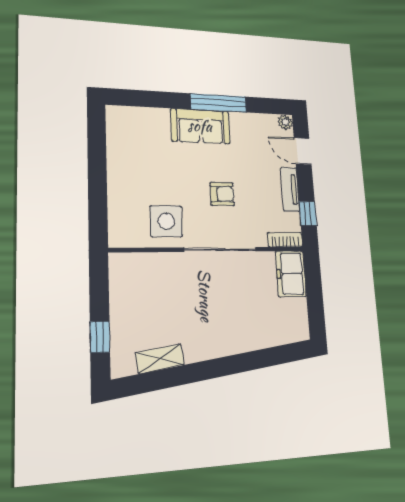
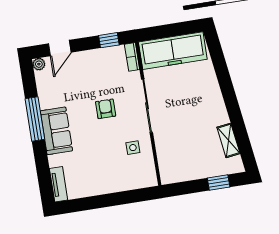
tv unit: (290, 189) -> (59, 184), moved, turned -90
side table: (166, 221) -> (133, 148), width x0.54, depth x0.54
freezer: (291, 274) -> (173, 51), width x1.91, depth x1.26

